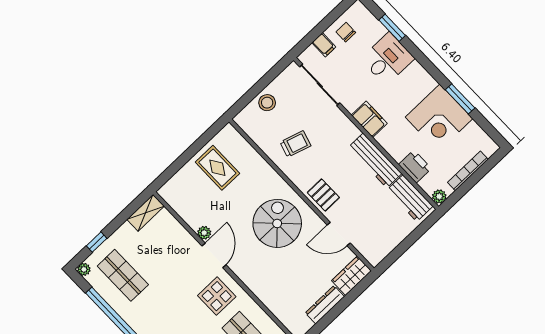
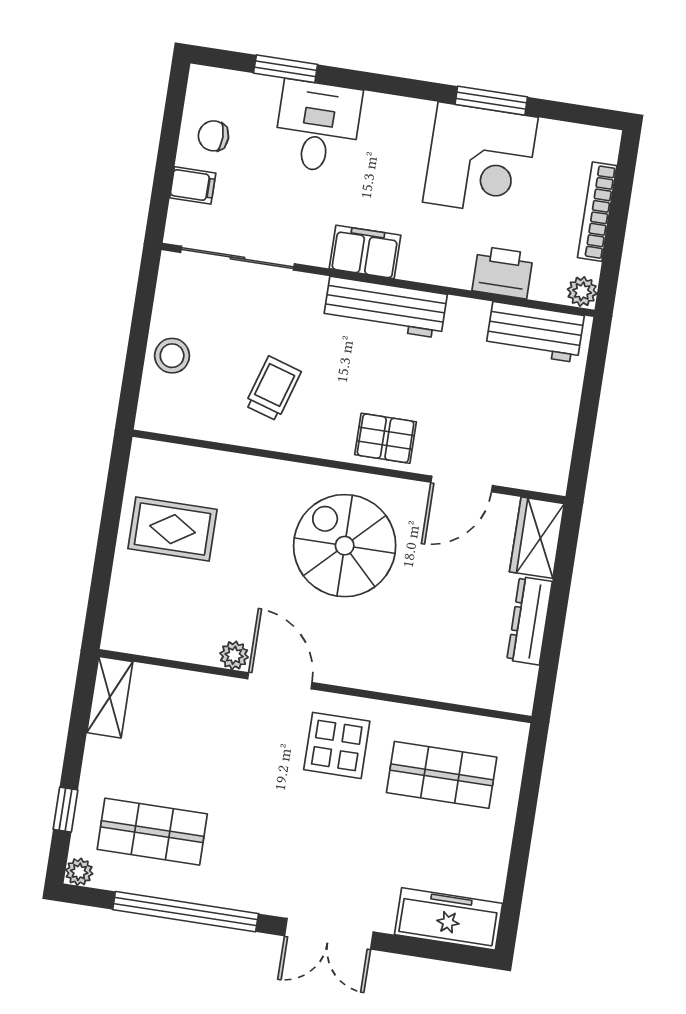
workbench: (375, 160) -> (385, 307), moved

